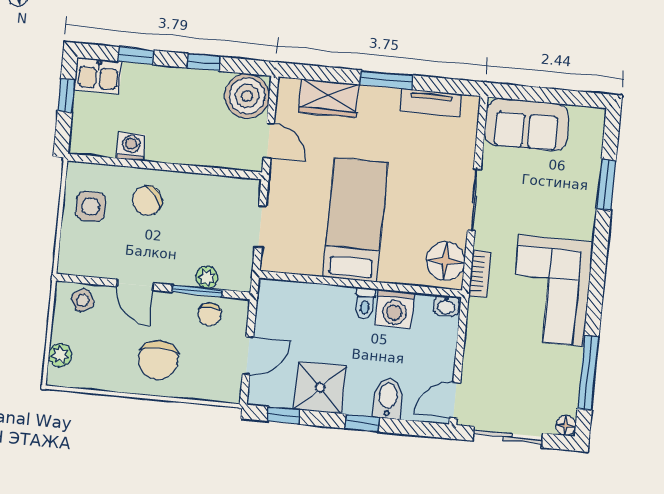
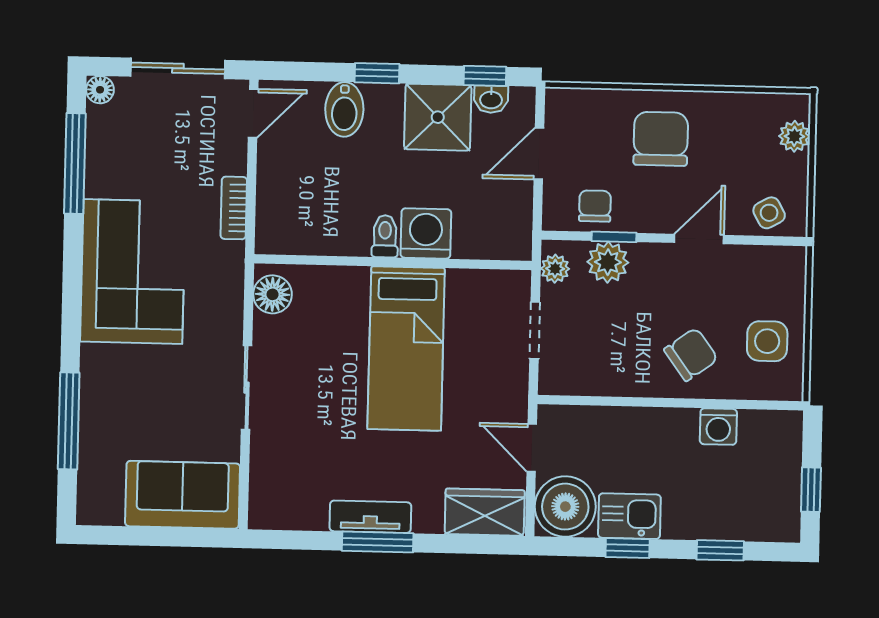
kitchen sink: (98, 76) -> (629, 516), moved
wardrobe: (329, 98) -> (485, 512), moved
tv unit: (431, 103) -> (370, 517), moved
window: (606, 185) -> (69, 421), width x1.44
floor lamp: (446, 261) -> (273, 294), width x0.73, depth x0.73
plant: (242, 271) -> (555, 269), added
bookcase: (480, 274) -> (234, 208), moved
plant: (207, 277) -> (608, 262), width x1.38, depth x1.38
door: (135, 285) -> (699, 239), hinge flipped
window: (197, 291) -> (614, 237), width x0.67
washbasin: (446, 306) -> (491, 99), moved, turned 180
washing machine: (395, 309) -> (426, 233), moved

